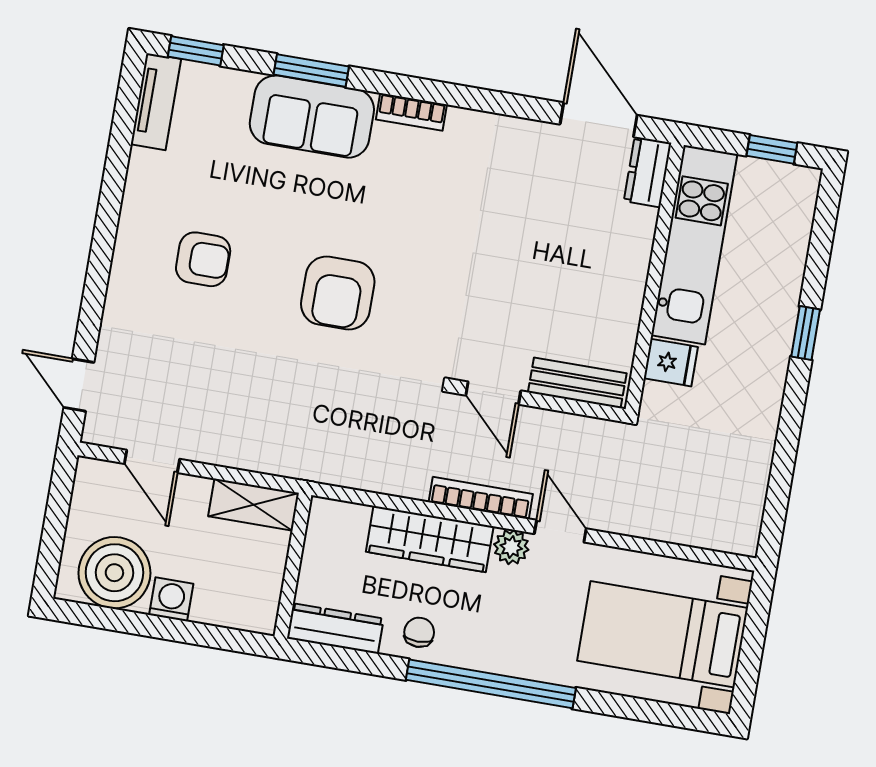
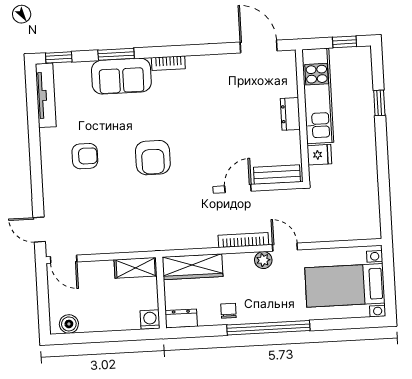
tv unit: (156, 102) -> (46, 95), width x1.41
dresser: (648, 172) -> (290, 114), moved
window: (806, 333) -> (379, 103), moved
door: (493, 393) -> (238, 189), swing flipped
door: (152, 461) -> (64, 259), moved
wardrobe: (430, 539) -> (192, 267), moved
boiler: (114, 573) -> (69, 324), width x0.54, depth x0.54
washing machine: (171, 599) -> (150, 320), moved
dresser: (335, 629) -> (181, 318), width x0.70

